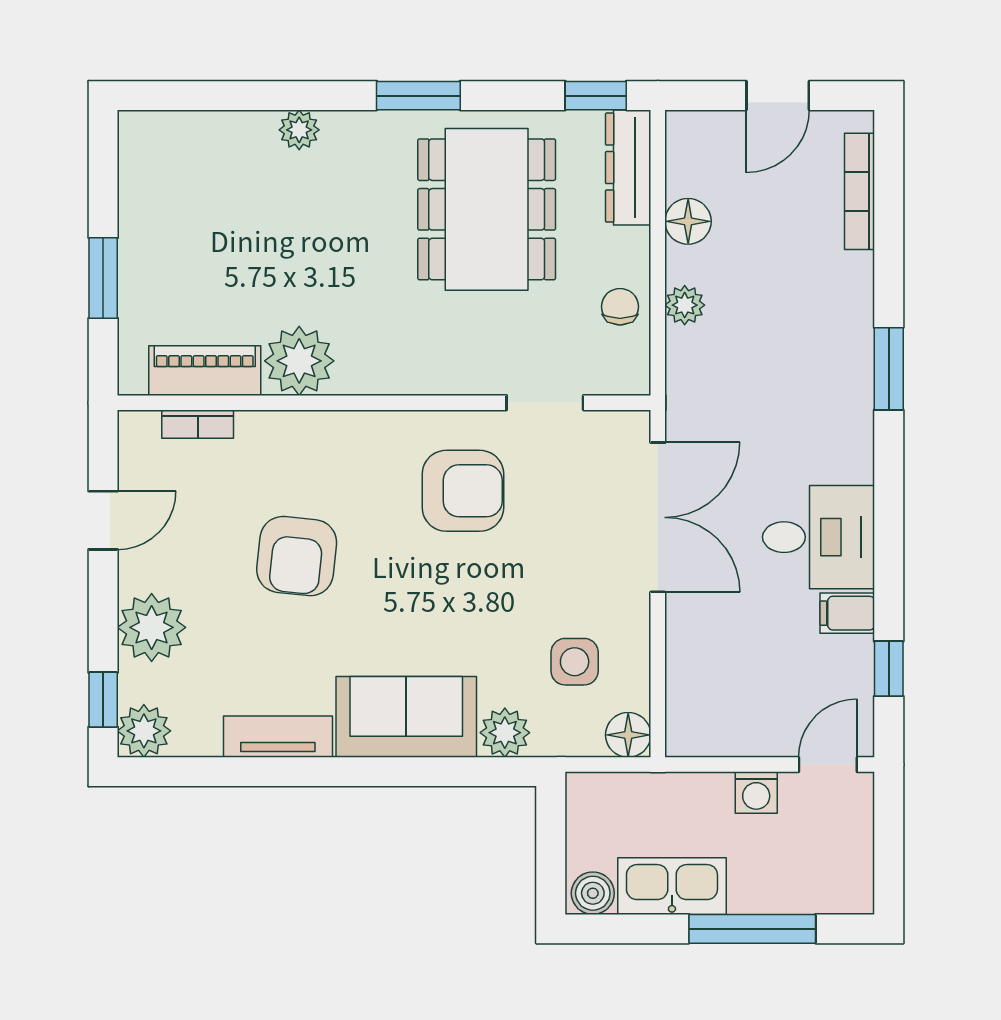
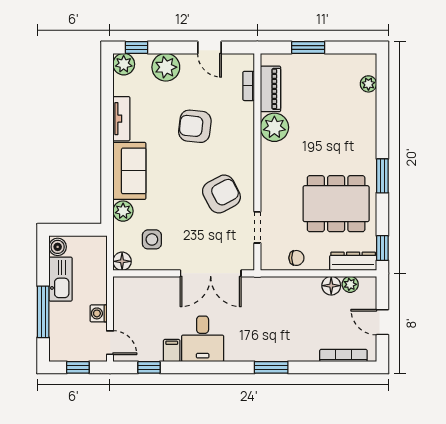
plant: (299, 130) -> (368, 84), moved
plant: (685, 305) -> (350, 284), moved
armchair: (463, 491) -> (221, 194), turned -118
window: (889, 843) -> (78, 367), added

